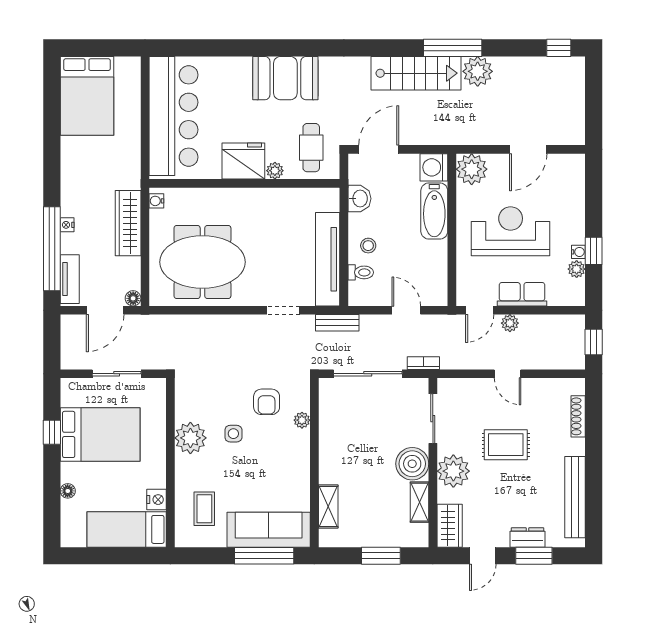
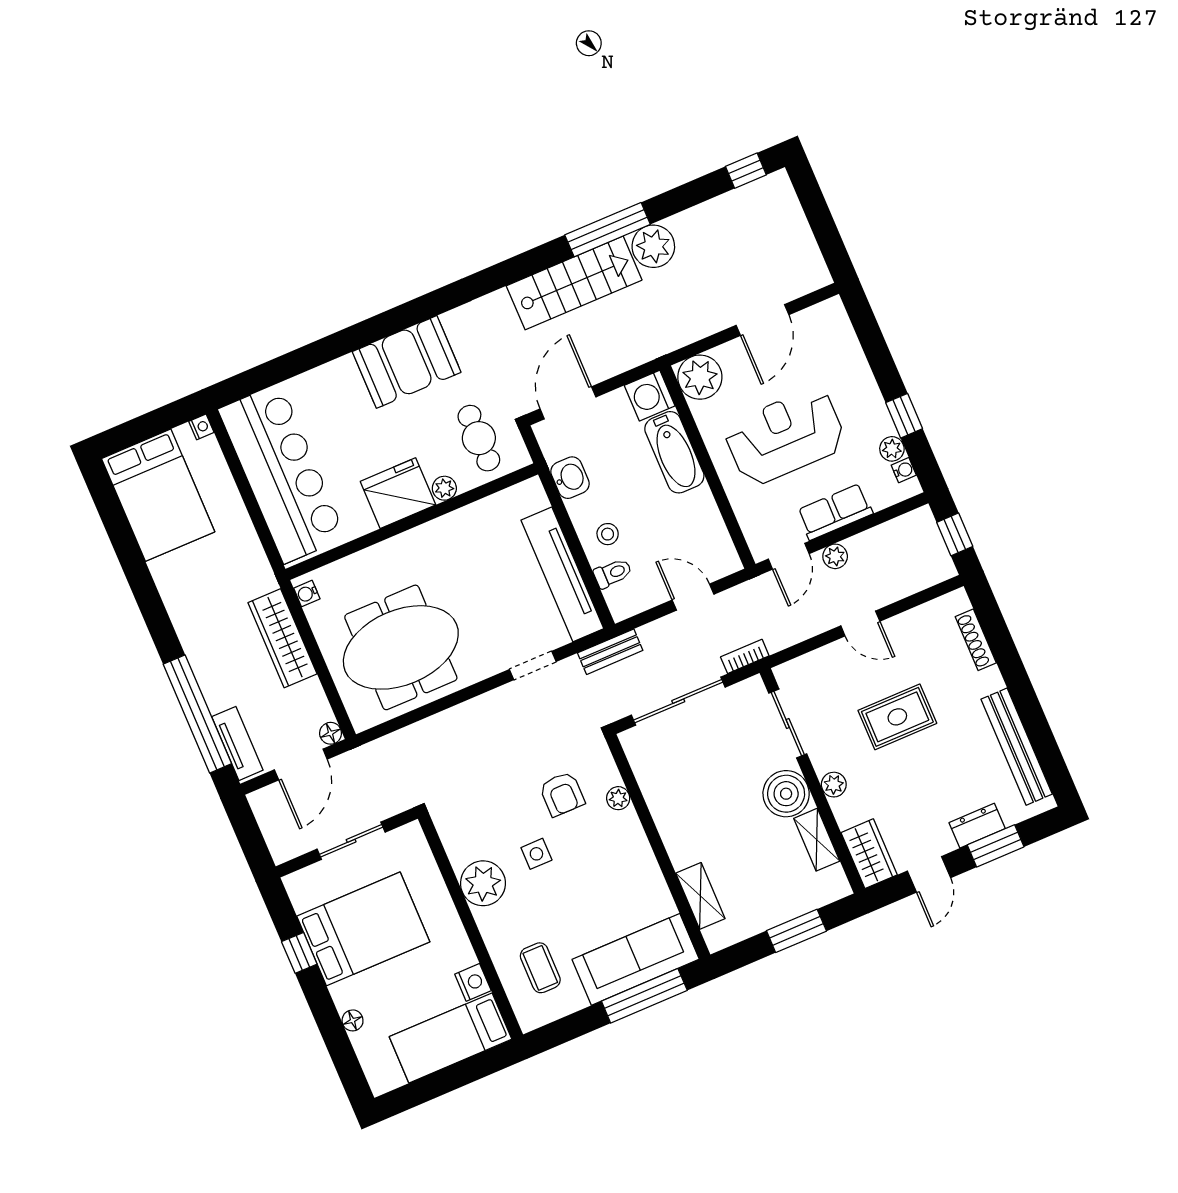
nightstand: (67, 225) -> (201, 427), moved, turned 180
water cooler: (578, 252) -> (904, 470), moved
plant: (453, 471) -> (834, 785), width x0.53, depth x0.53

